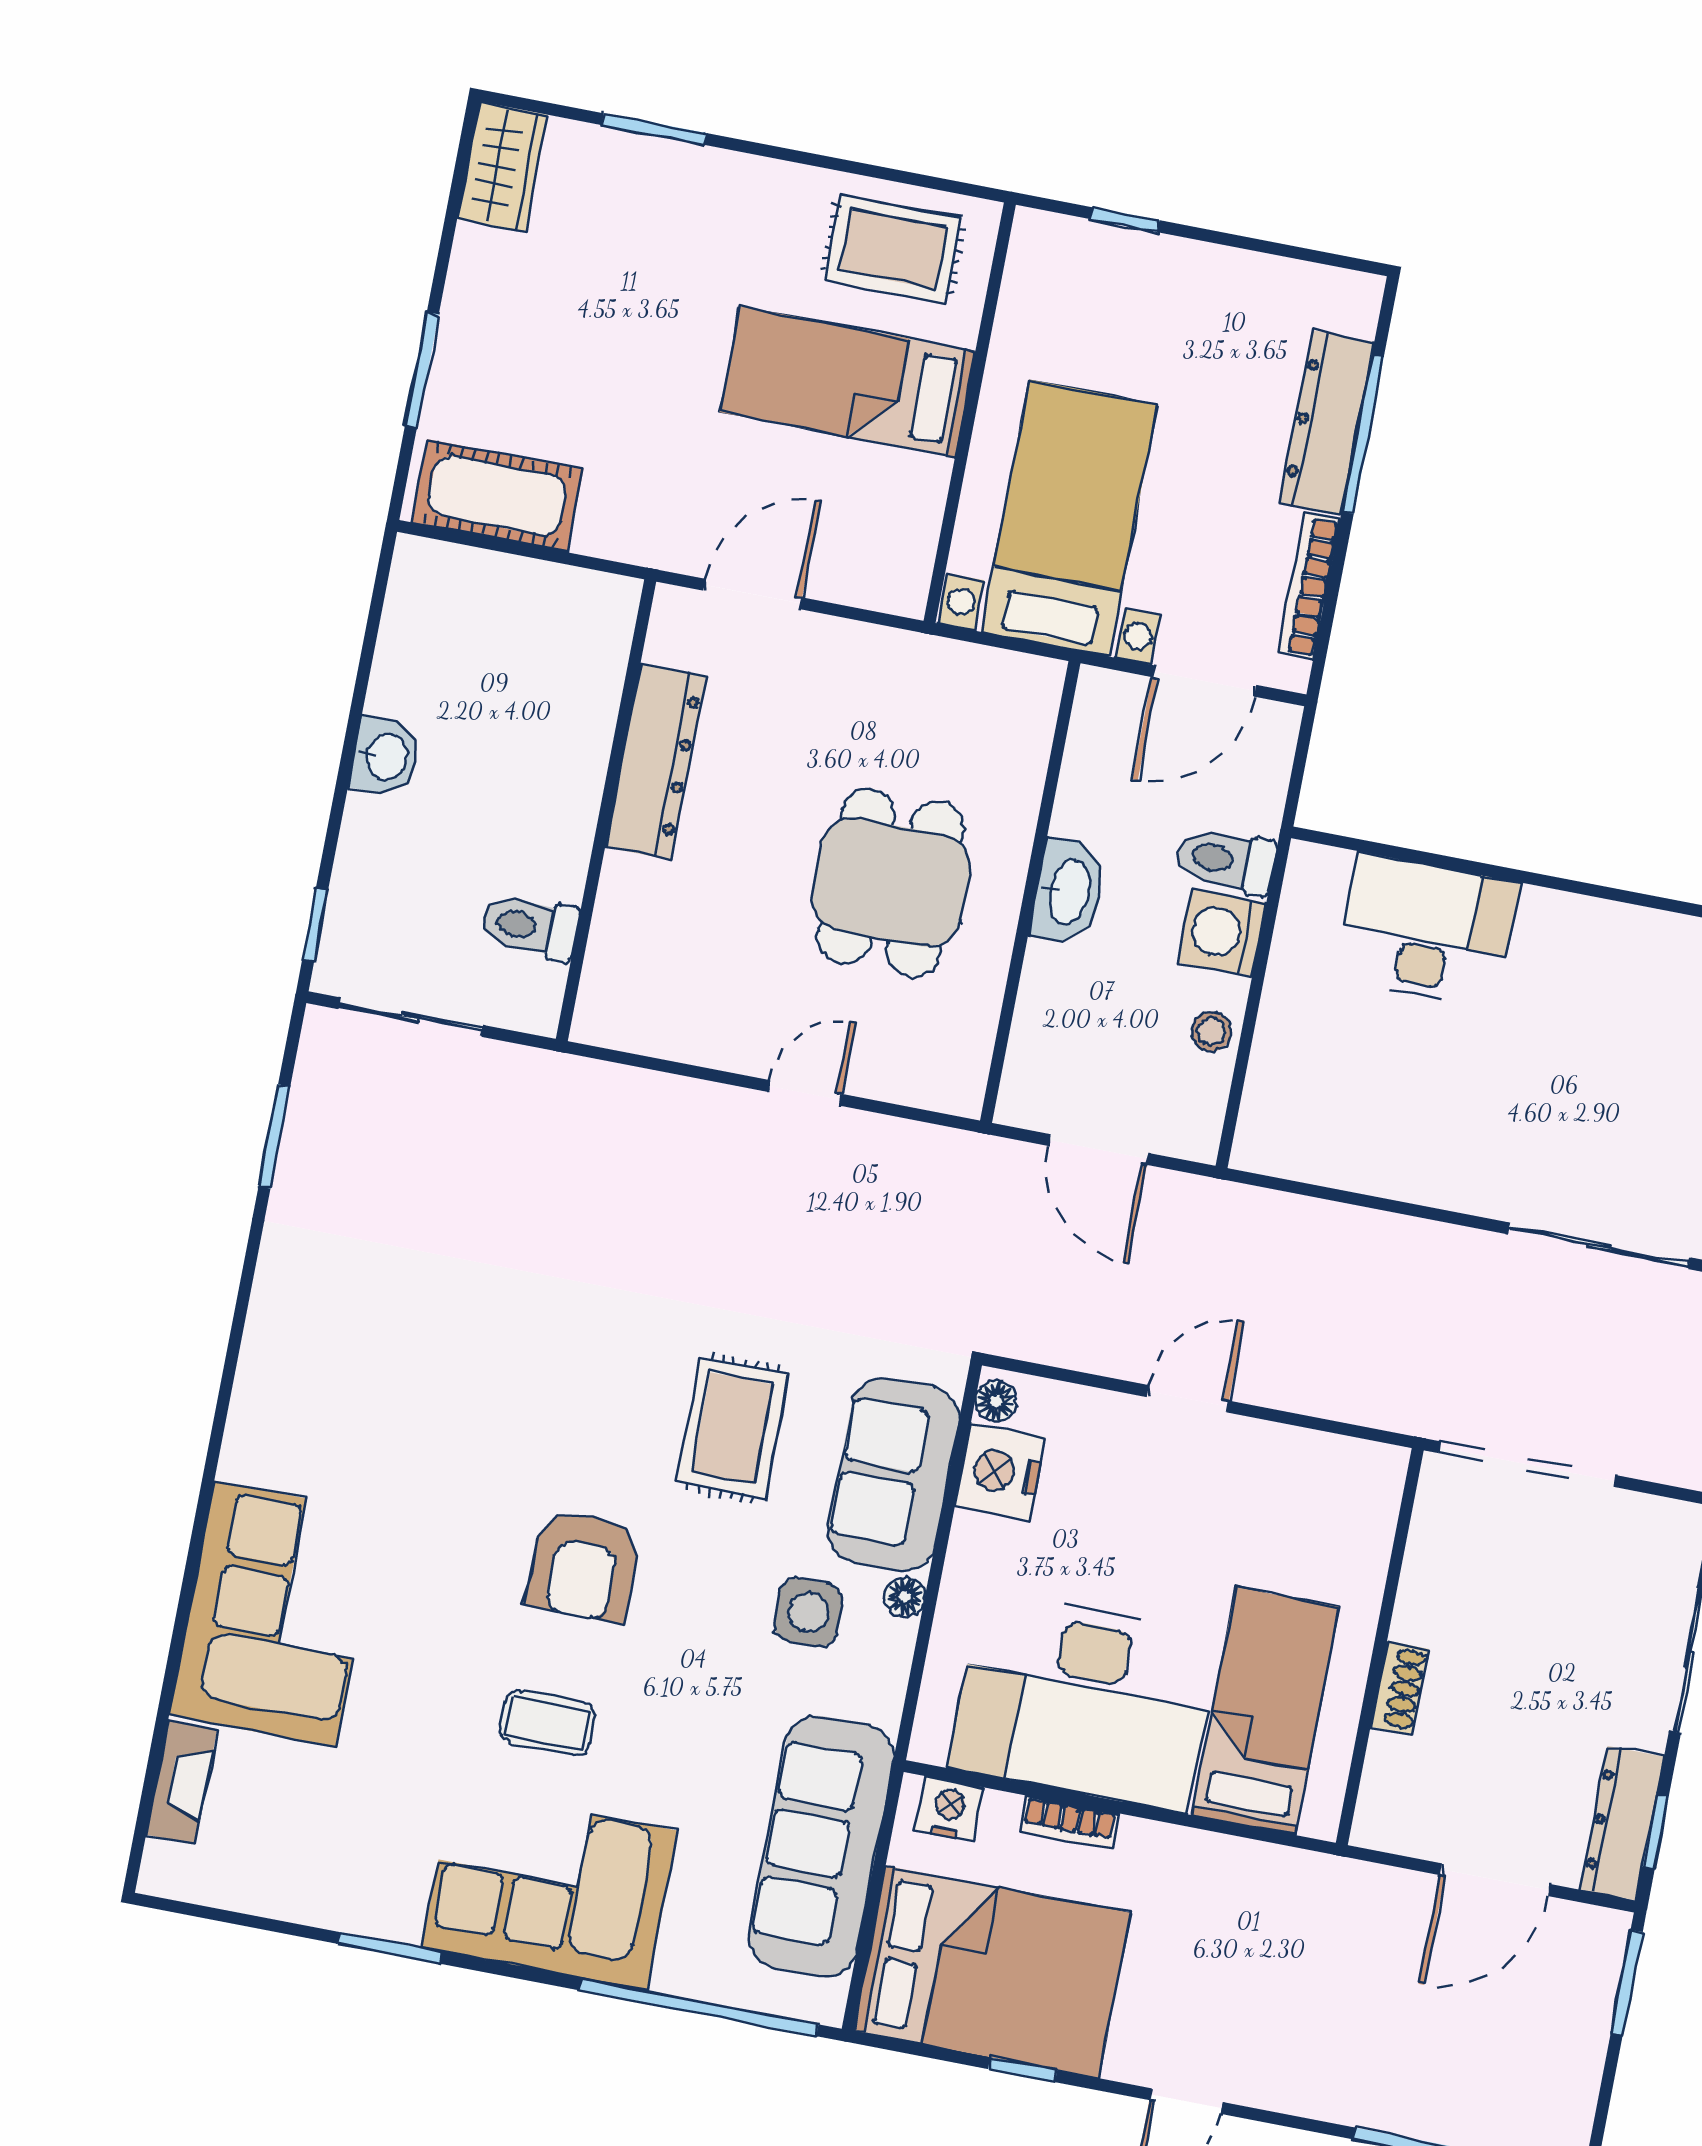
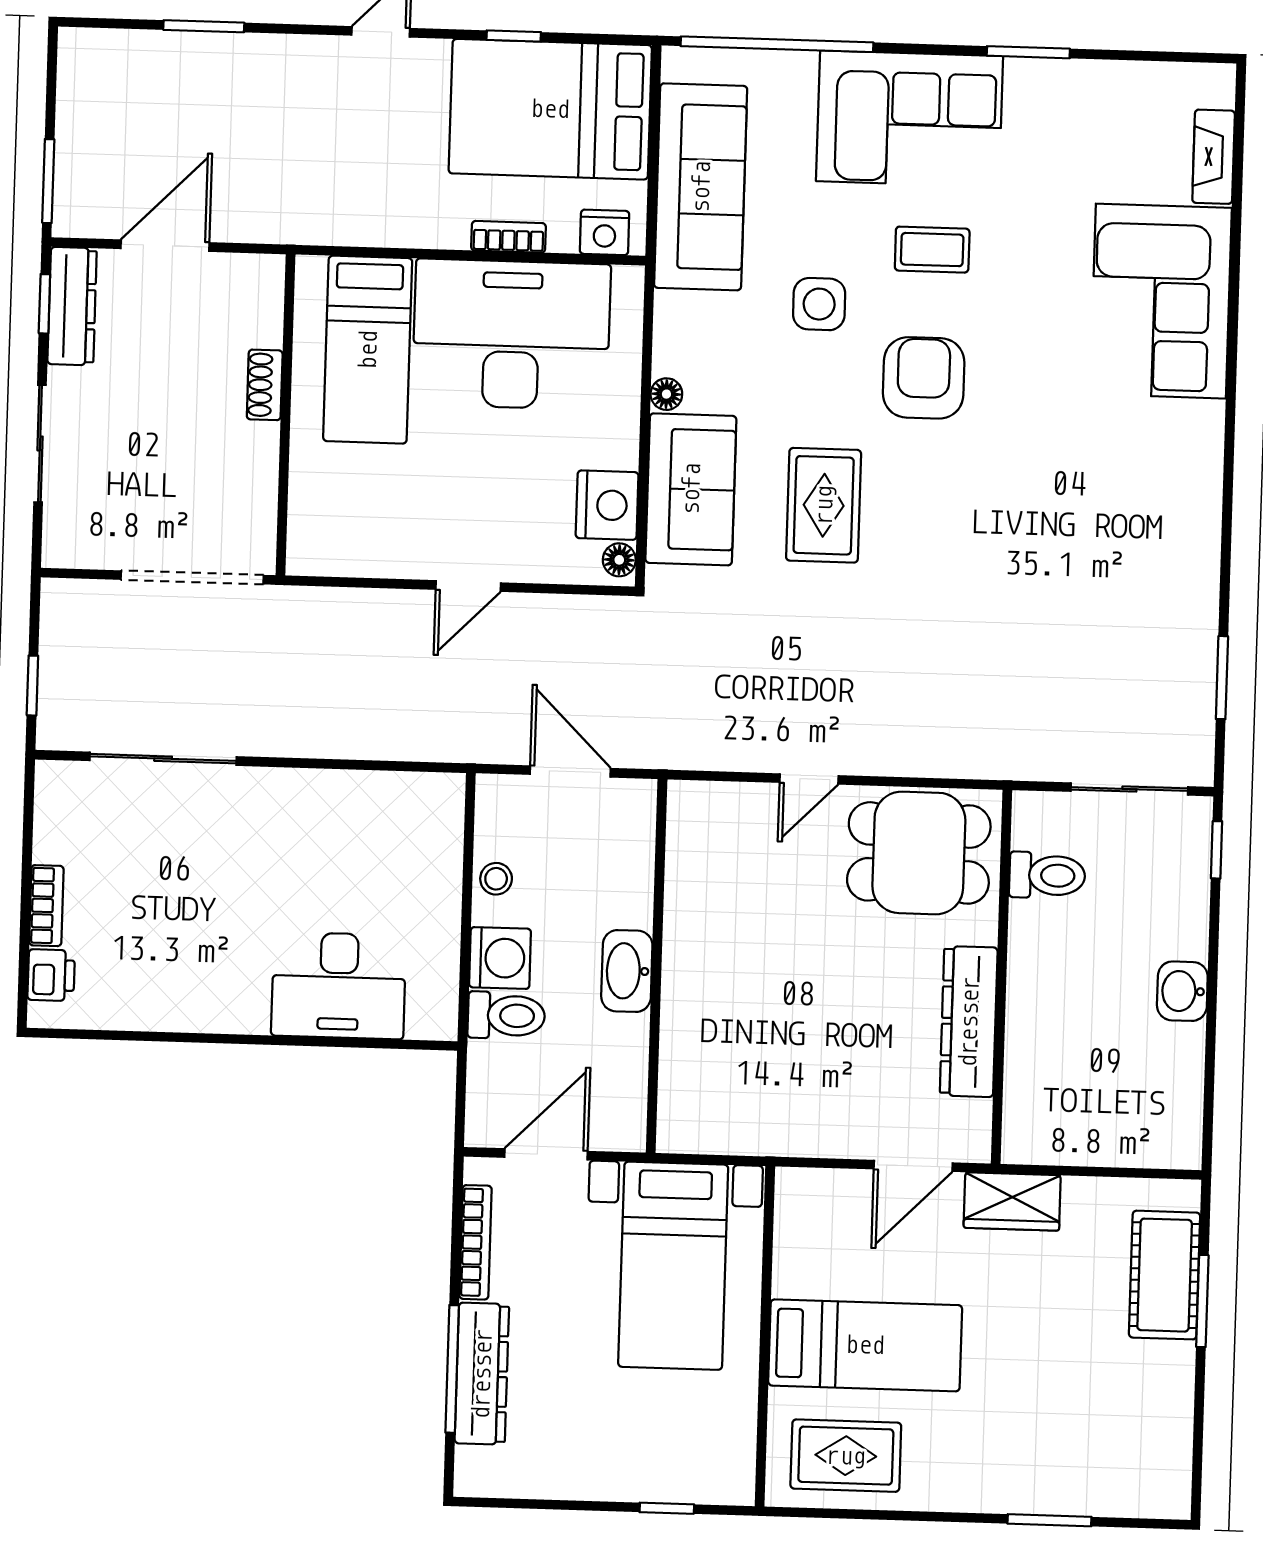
wardrobe: (502, 167) -> (1012, 1202), moved, turned -90
cot: (497, 496) -> (1165, 1275), moved, turned 90
dining table: (891, 883) -> (919, 853), moved, turned 90
side table: (808, 1613) -> (819, 304), moved

